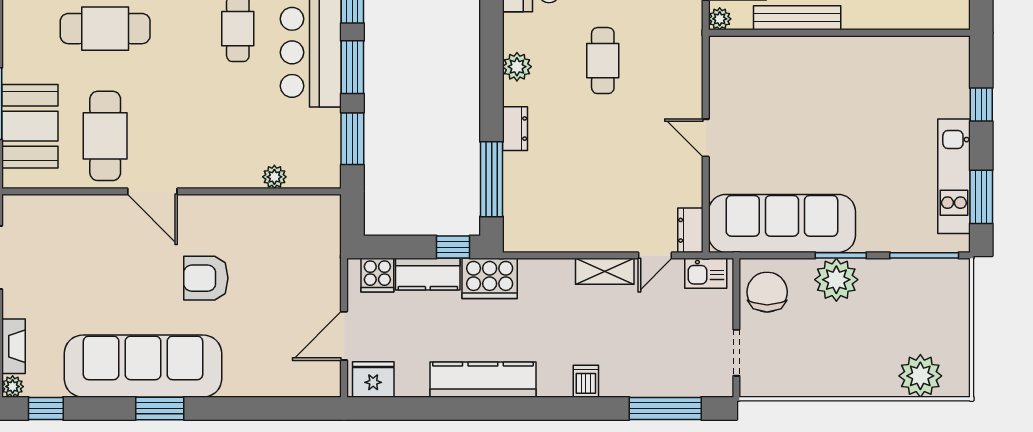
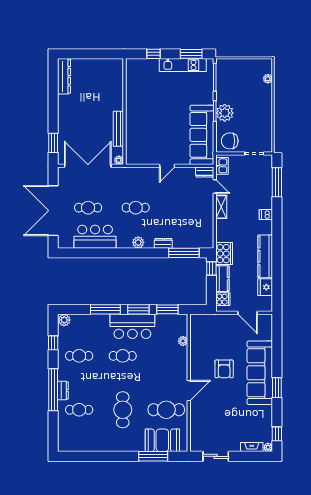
sofa: (143, 366) -> (260, 373), moved
plant: (920, 376) -> (268, 79), width x0.53, depth x0.53
fridge: (373, 379) -> (265, 287), moved

